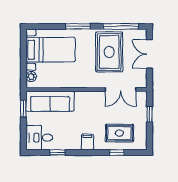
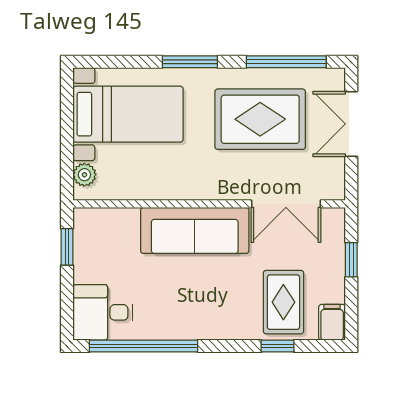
rug: (109, 52) -> (260, 119), turned 90
sofa: (50, 101) -> (195, 230), moved
rug: (119, 133) -> (283, 302), turned 90
filing cabinet: (87, 142) -> (332, 322), moved
window: (57, 153) -> (143, 346), width x3.17

